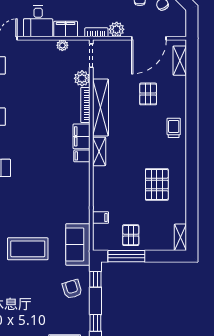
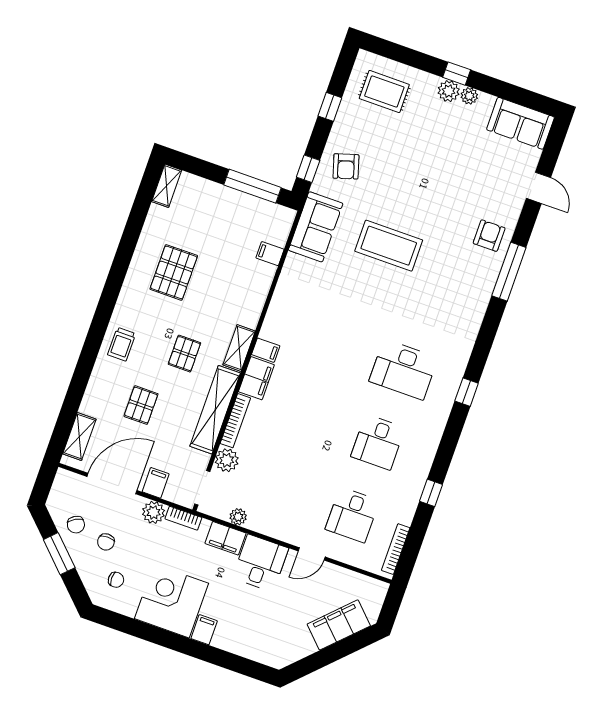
filing cabinet: (122, 48) -> (156, 483), added
pallet: (131, 235) -> (184, 354), moved

